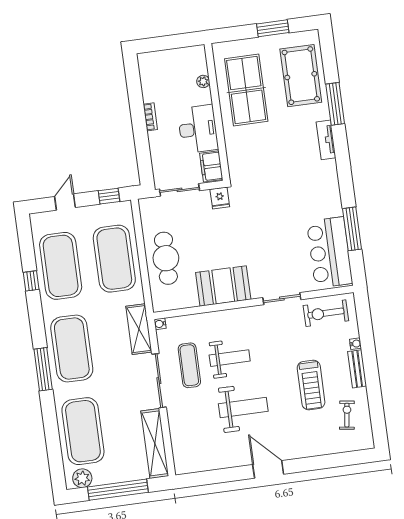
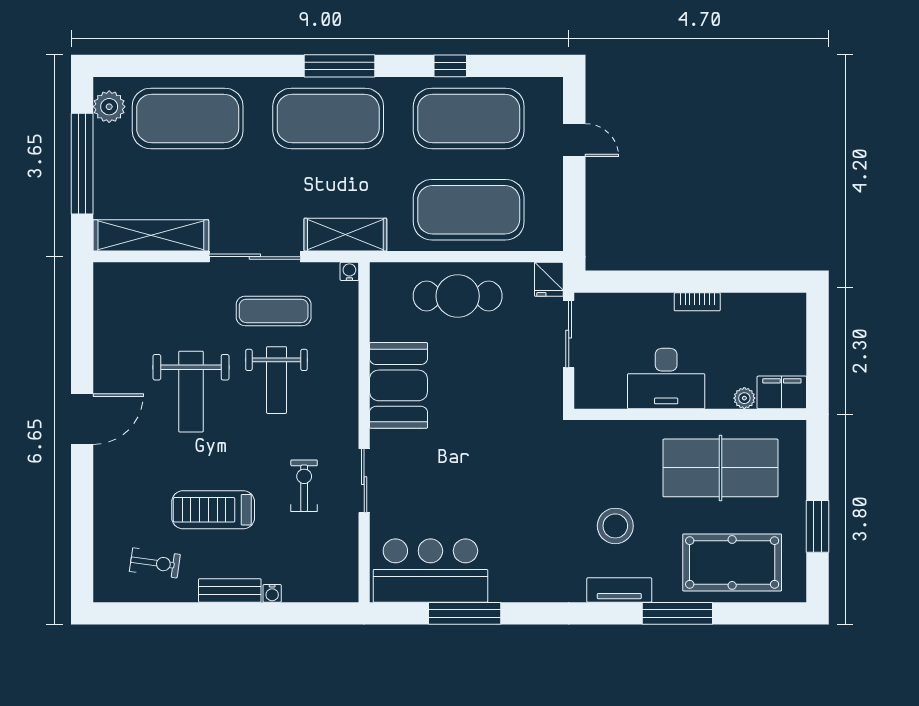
stool: (289, 147) -> (615, 526), added
filing cabinet: (211, 166) -> (782, 392), moved
window: (109, 196) -> (574, 215), removed
fridge: (220, 198) -> (549, 279), moved, turned -90
exercise bike: (326, 313) -> (304, 486), moved, width x0.73, depth x0.72
window: (43, 369) -> (340, 66), moved

